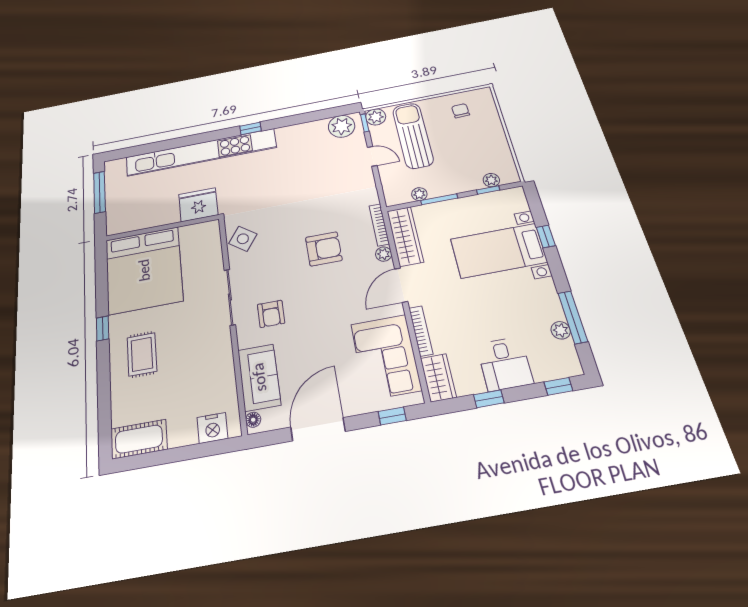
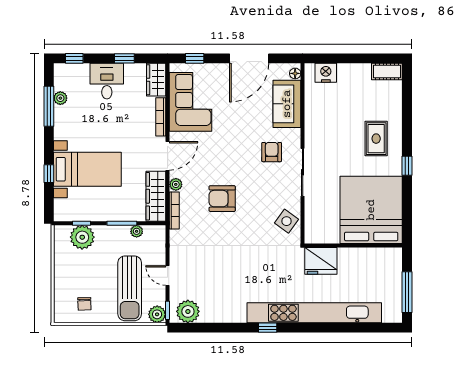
plant: (491, 180) -> (82, 237), width x1.87, depth x1.87
cot: (139, 439) -> (387, 72), width x0.73, depth x0.75

